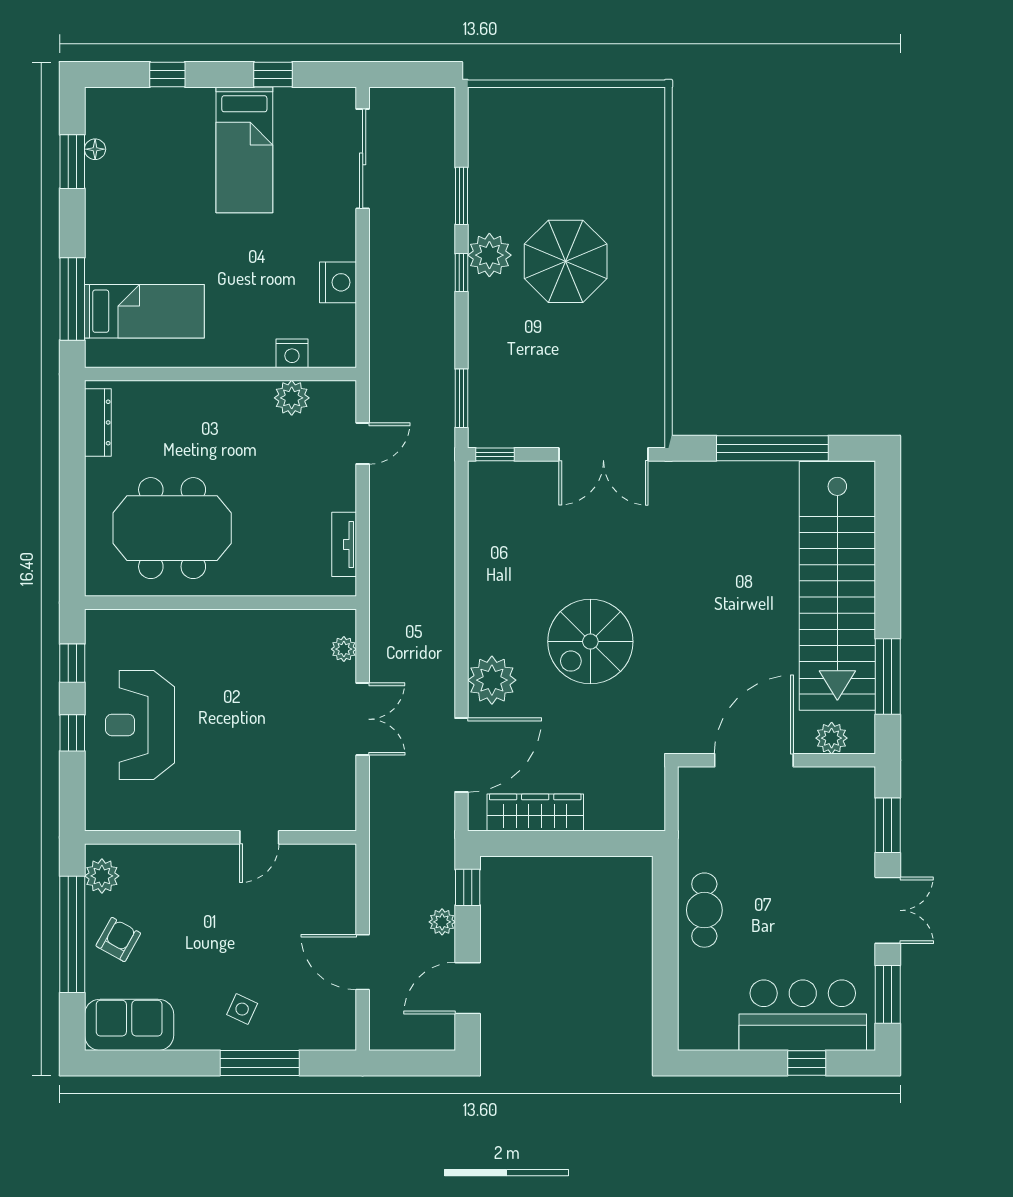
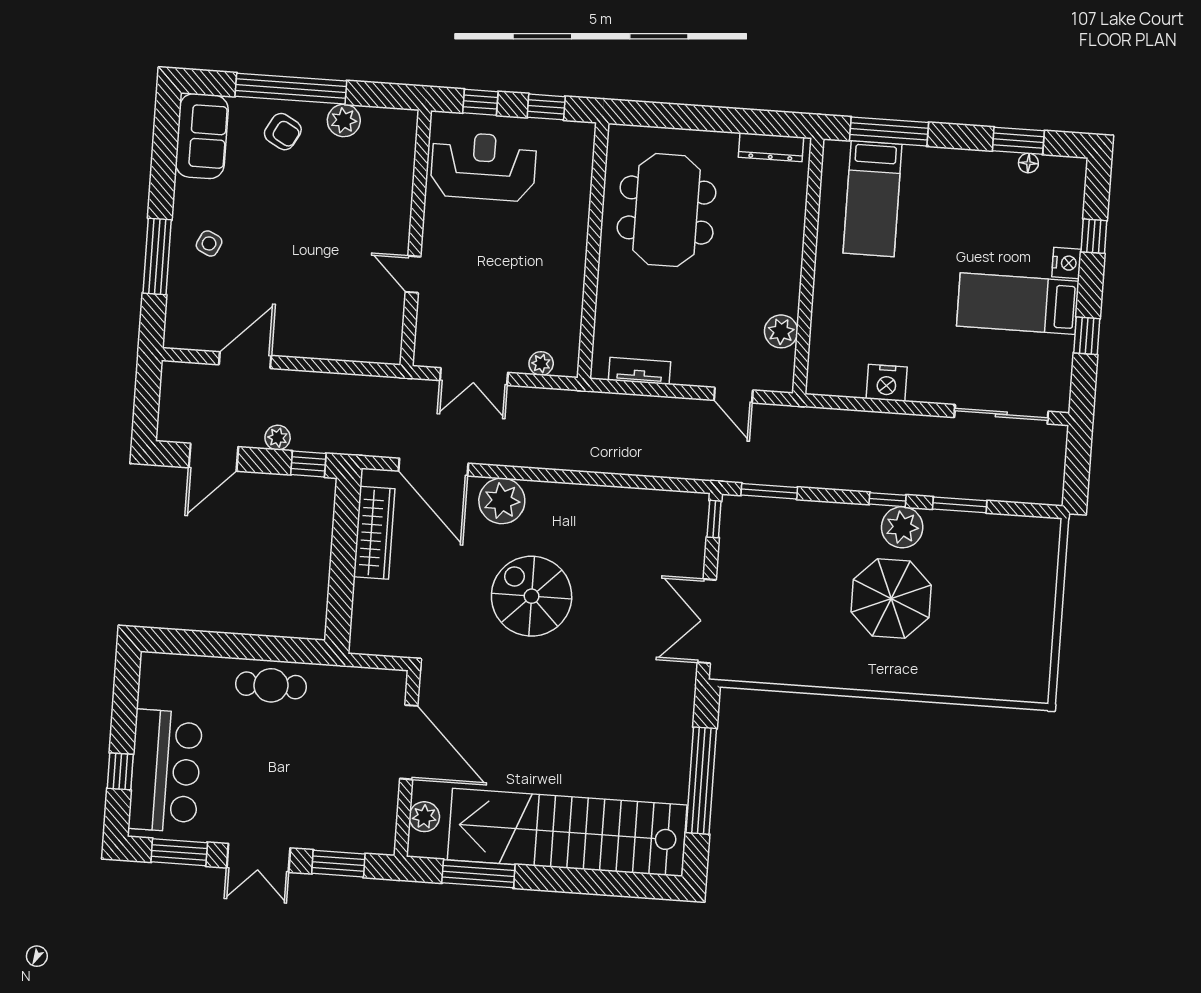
nightstand: (292, 353) -> (1067, 263), moved, turned 180
wall: (221, 837) -> (416, 238), moved
door: (259, 837) -> (413, 274), moved
door: (468, 988) -> (213, 457), swing flipped

